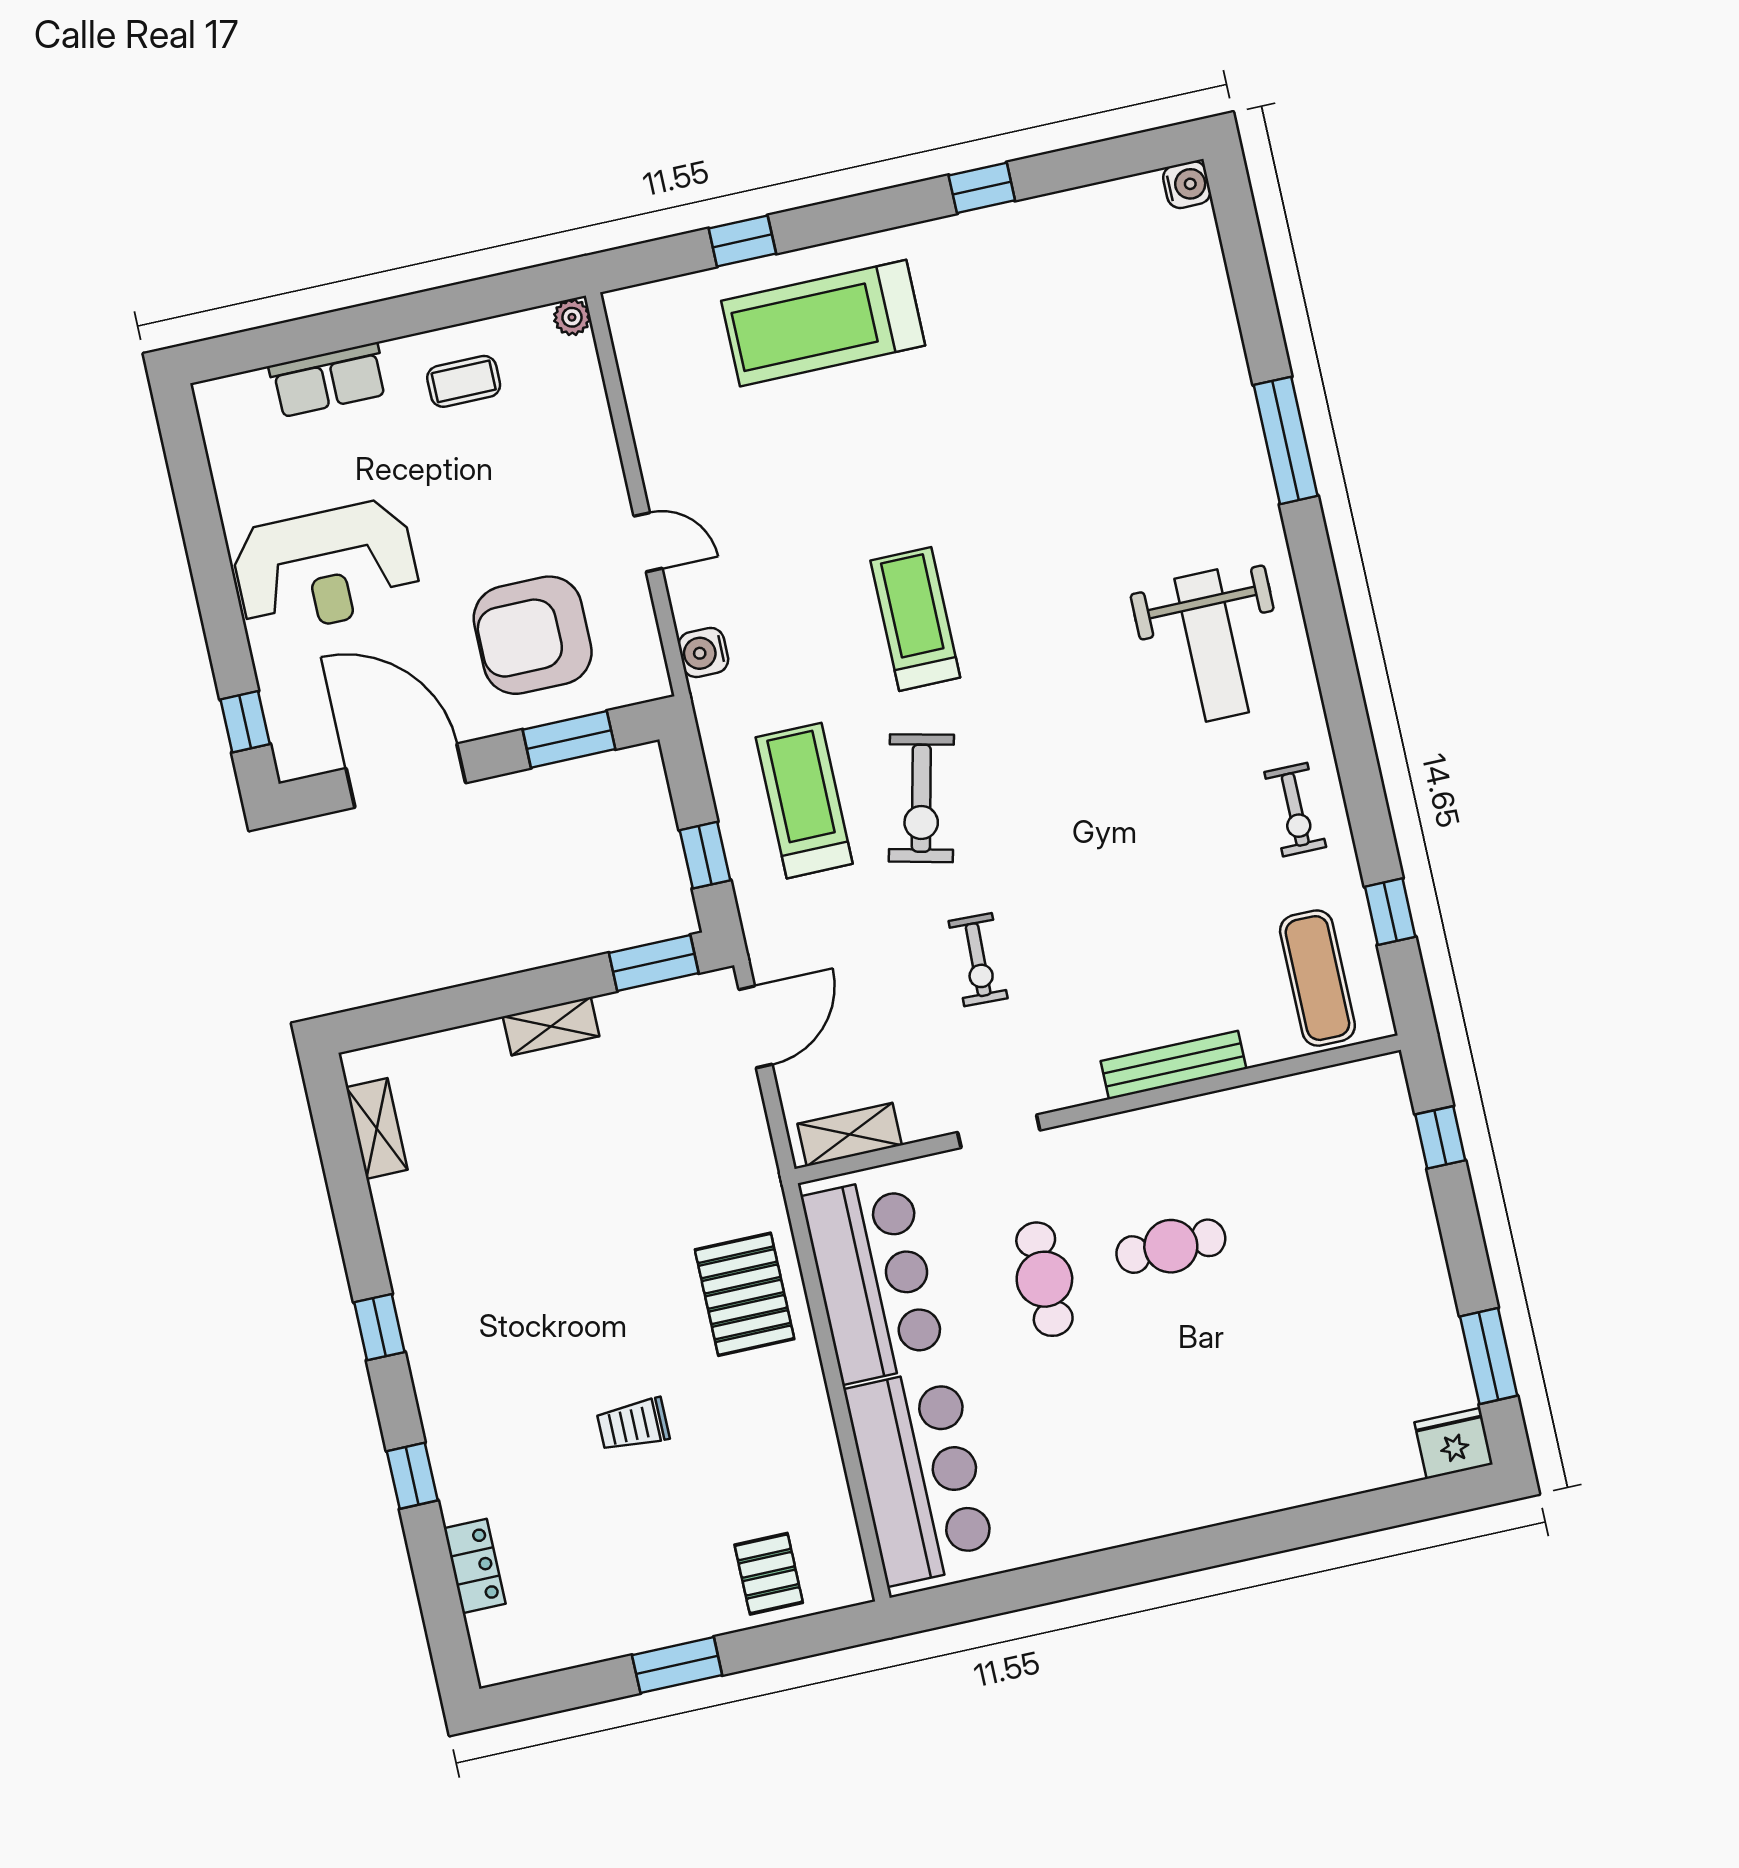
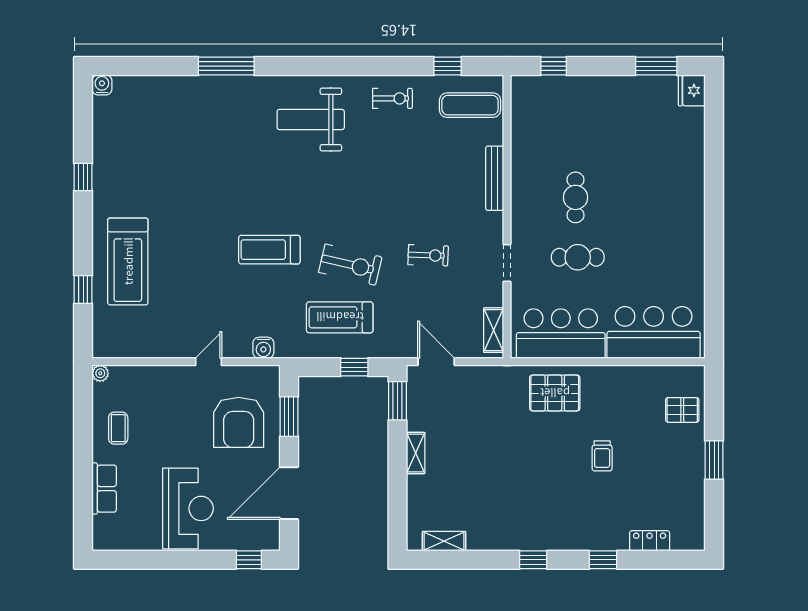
weight bench: (1212, 645) -> (311, 120), turned 180

